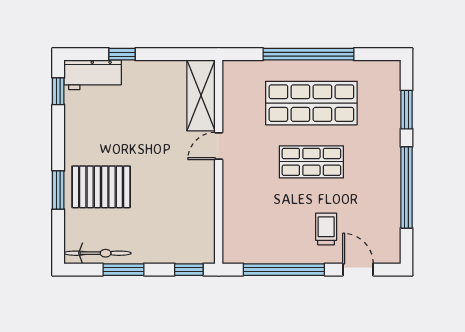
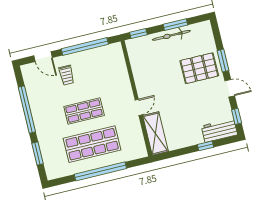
door: (58, 141) -> (230, 88), added
bicycle: (98, 253) -> (171, 35), moved

